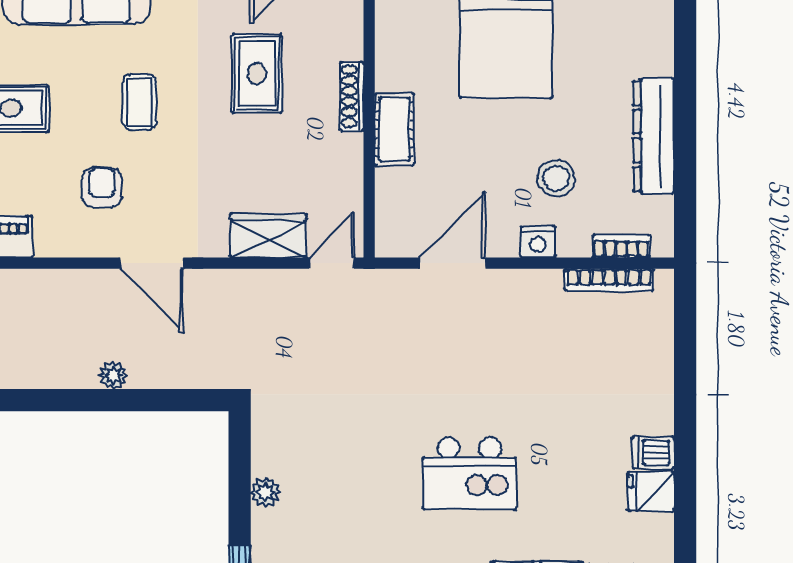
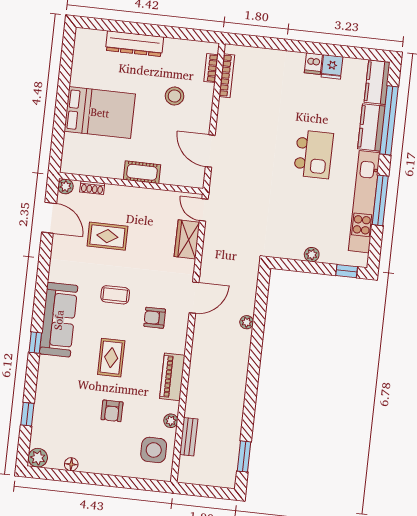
shoe rack: (352, 96) -> (92, 188), moved, width x0.70
dresser: (654, 136) -> (135, 44), moved
nightstand: (538, 242) -> (204, 108), removed

